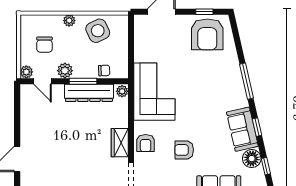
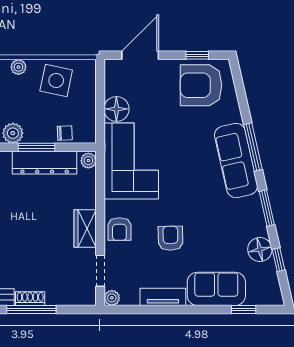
side table: (98, 31) -> (56, 80), turned 38
armchair: (207, 34) -> (201, 85), turned 90
floor lamp: (143, 52) -> (116, 109), added
window: (257, 127) -> (267, 208), width x1.50
sofa: (242, 129) -> (236, 161), moved, width x1.36
armchair: (184, 150) -> (170, 238), turned 89

